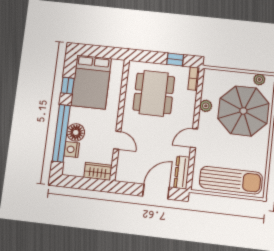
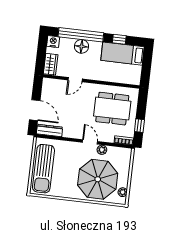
bed: (91, 82) -> (123, 54), width x0.67
door: (194, 138) -> (90, 142), moved
nightstand: (72, 149) -> (53, 42), moved

